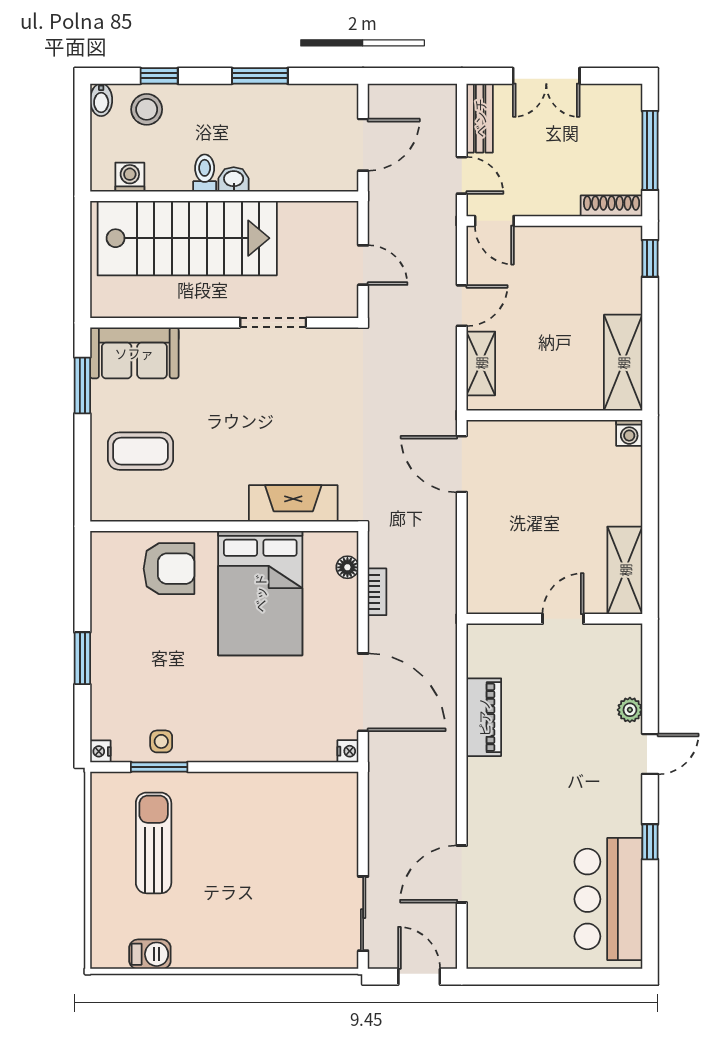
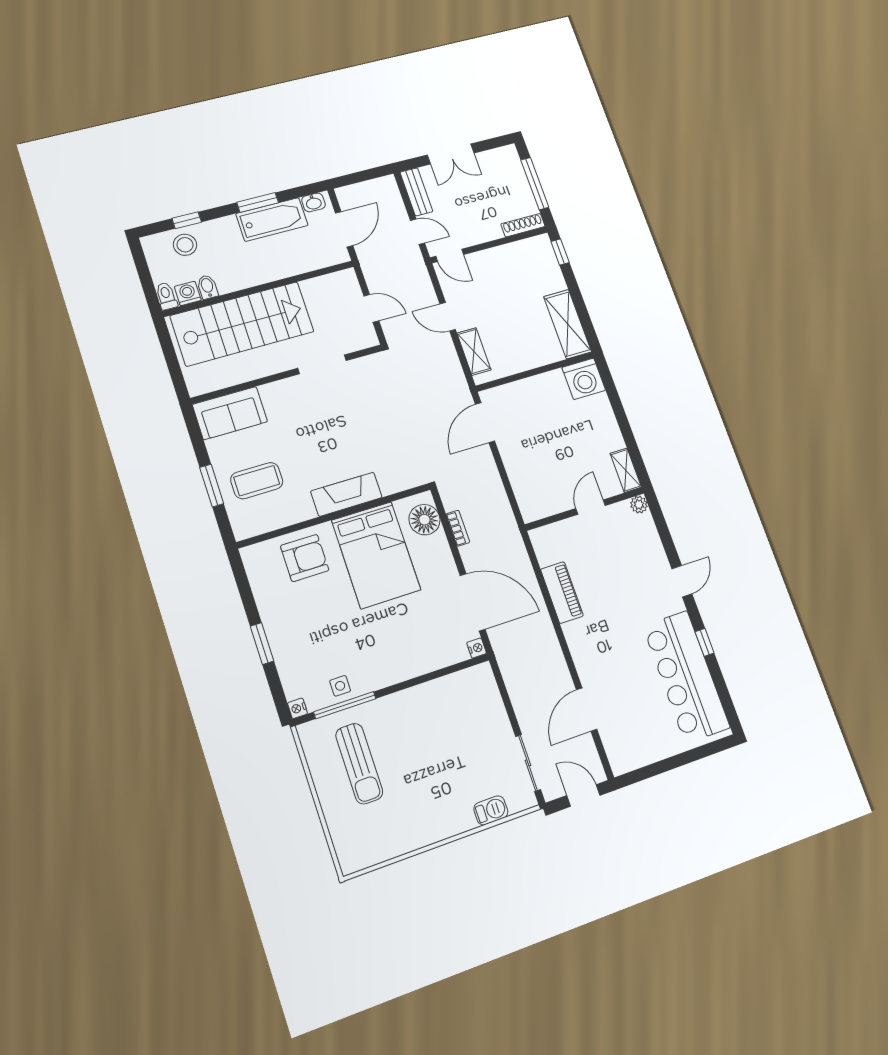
bidet: (101, 100) -> (207, 287), moved, turned 180
bathtub: (271, 105) -> (272, 220), added
toilet: (205, 173) -> (166, 296), moved
washbasin: (234, 179) -> (313, 202), moved, turned 180
door: (462, 306) -> (448, 317), swing flipped
window: (82, 385) -> (212, 486), moved
washing machine: (629, 433) -> (584, 379), width x1.89, depth x1.89
door: (462, 464) -> (485, 423), hinge flipped
fireplace: (293, 503) -> (346, 494), moved
floor lamp: (347, 567) -> (424, 520), width x1.89, depth x1.89
shelving: (625, 570) -> (626, 470), width x0.67, depth x0.75
plant: (630, 710) -> (639, 505), moved
window: (159, 767) -> (345, 705), width x1.44
sun lounger: (154, 843) -> (359, 764), turned 180
bar counter: (608, 899) -> (686, 677), width x1.36
barbecue: (150, 954) -> (491, 810), moved

